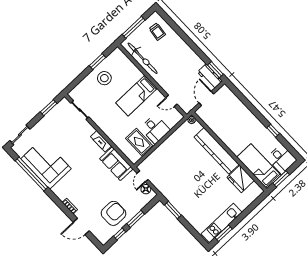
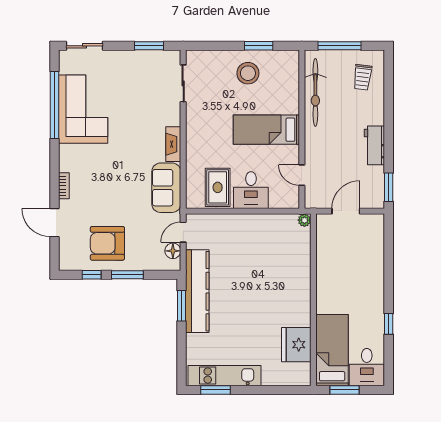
workbench: (210, 77) -> (374, 145), moved
kitchen counter: (217, 151) -> (197, 291), moved, turned 180
armchair: (113, 213) -> (107, 243), turned 180

